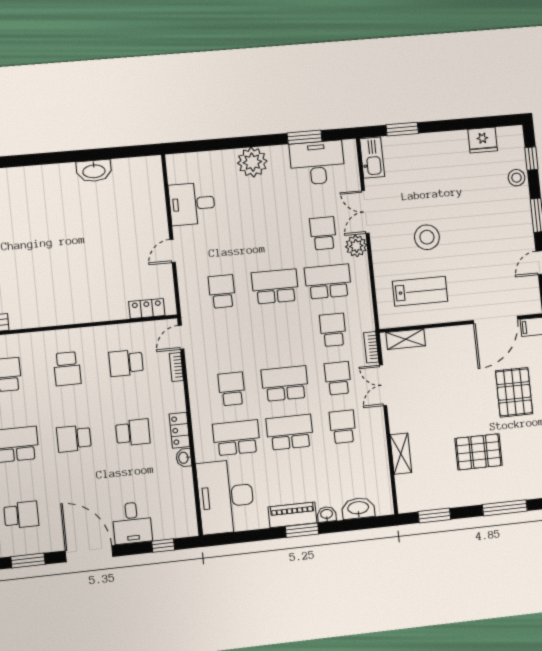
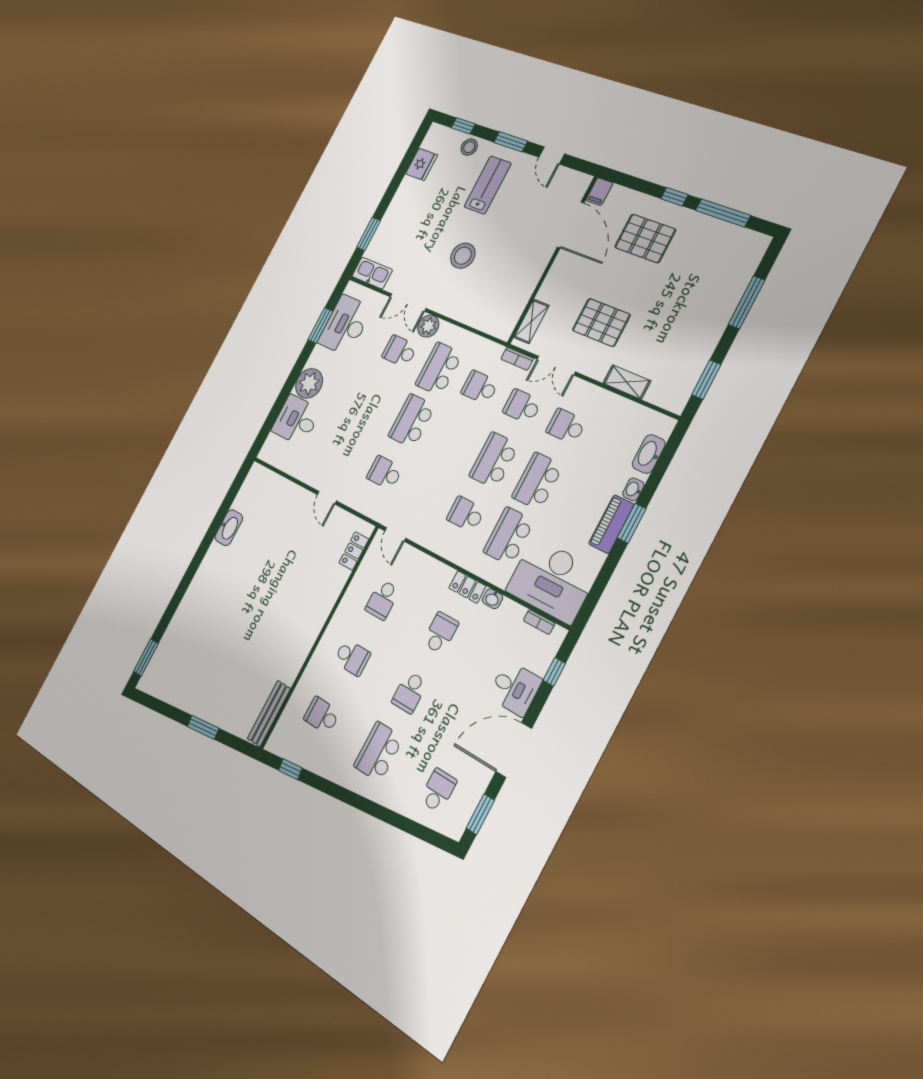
desk: (192, 204) -> (296, 420), moved, turned 90
lab bench: (420, 291) -> (488, 185), moved
bookcase: (176, 367) -> (539, 622), moved
pallet: (479, 452) -> (601, 322), moved, turned 90

